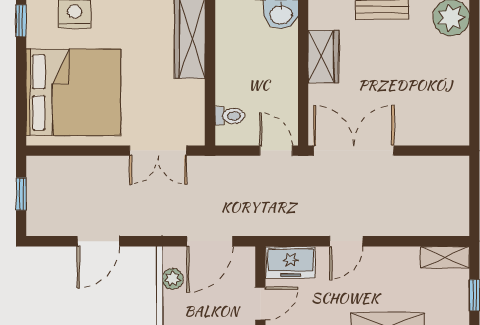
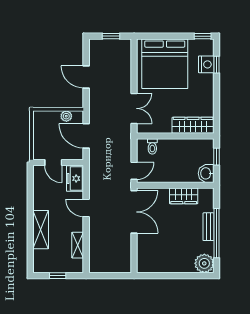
double door: (158, 151) -> (134, 108), swing flipped
shelving: (445, 257) -> (78, 245), moved

